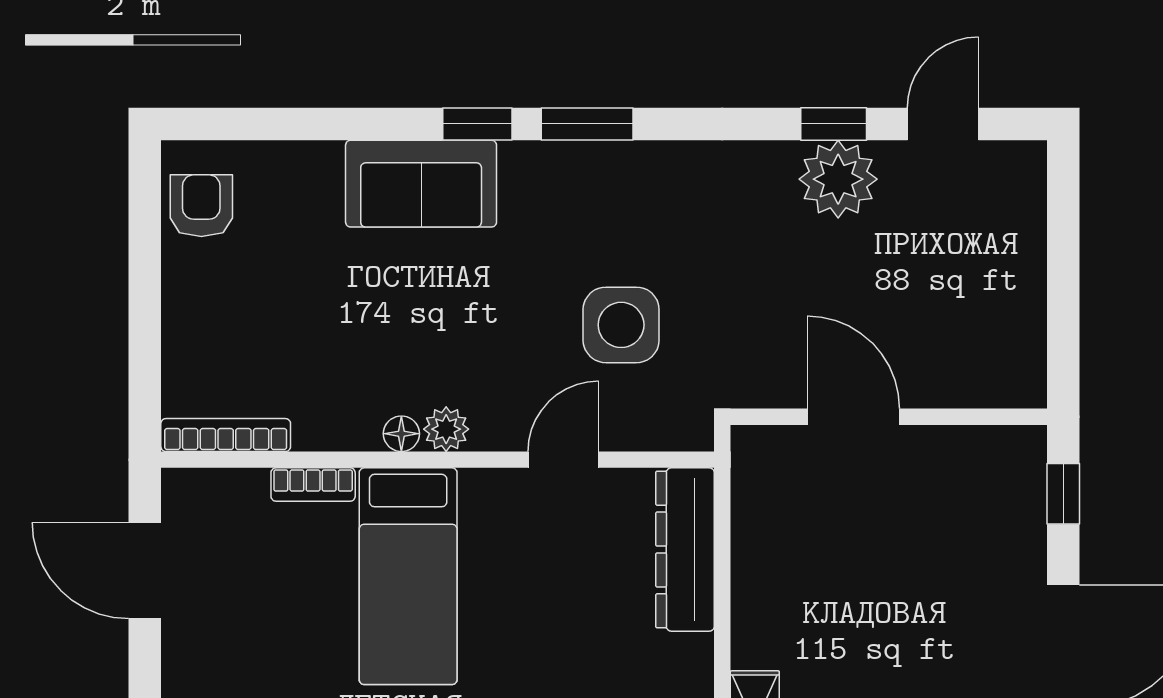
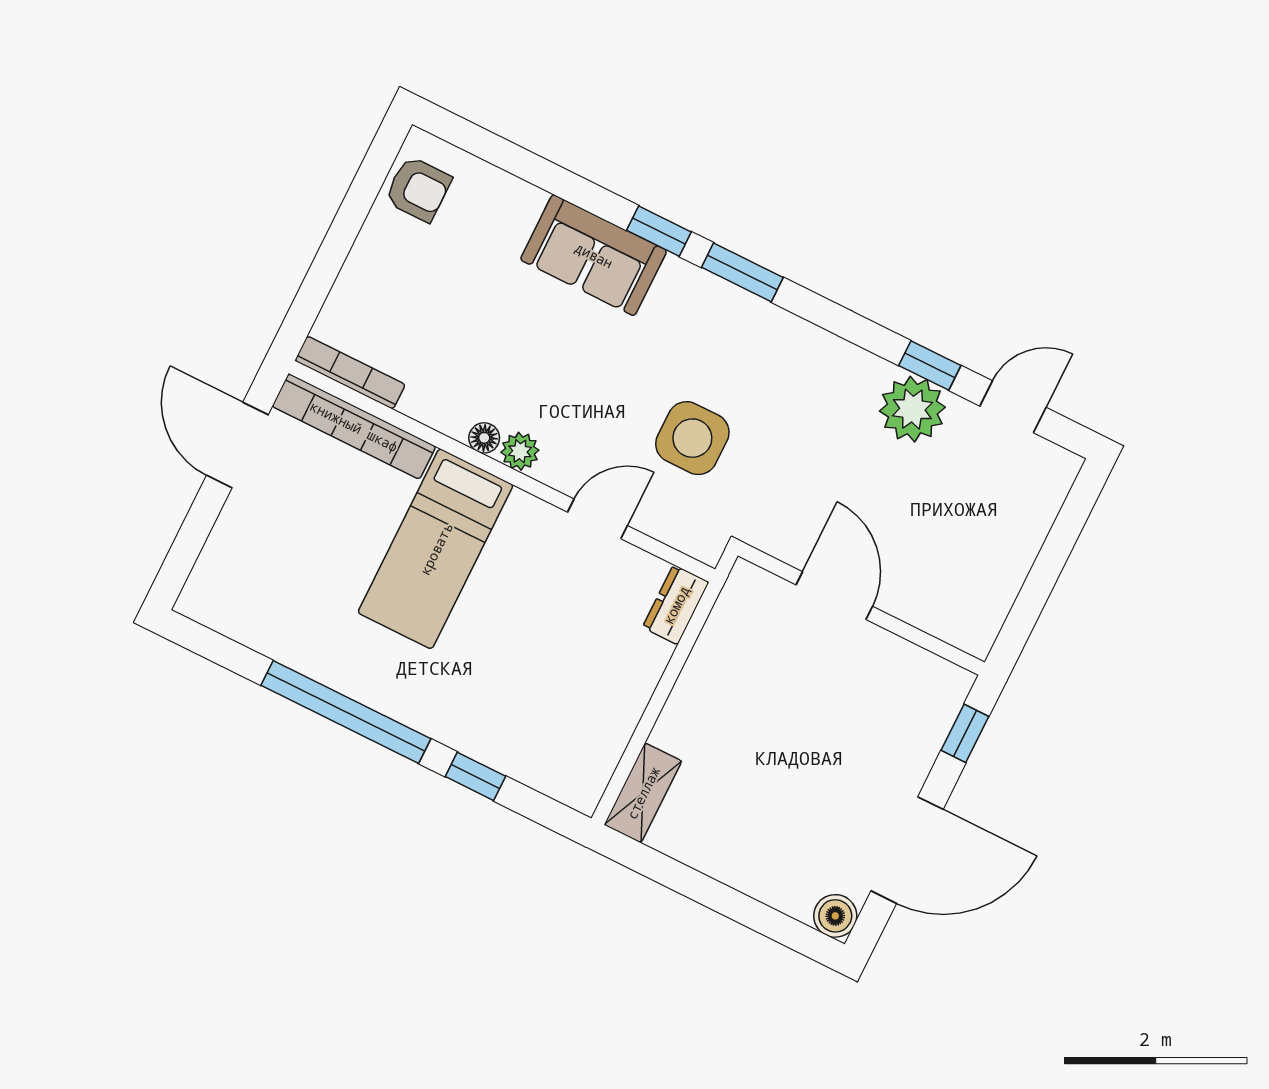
armchair: (201, 206) -> (418, 189), turned 90
bookcase: (313, 485) -> (354, 426), width x2.31, depth x1.31
dresser: (685, 550) -> (676, 605), width x0.51, depth x0.80

